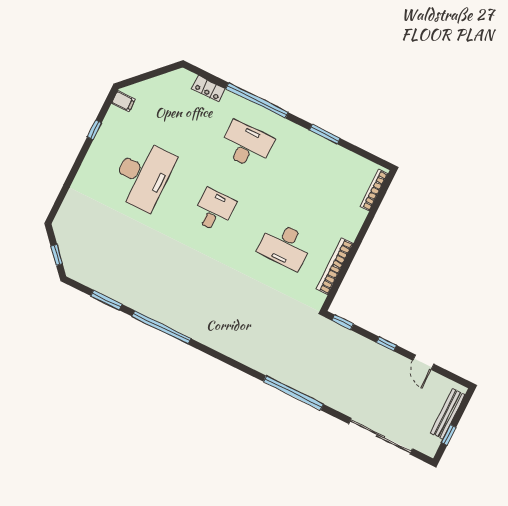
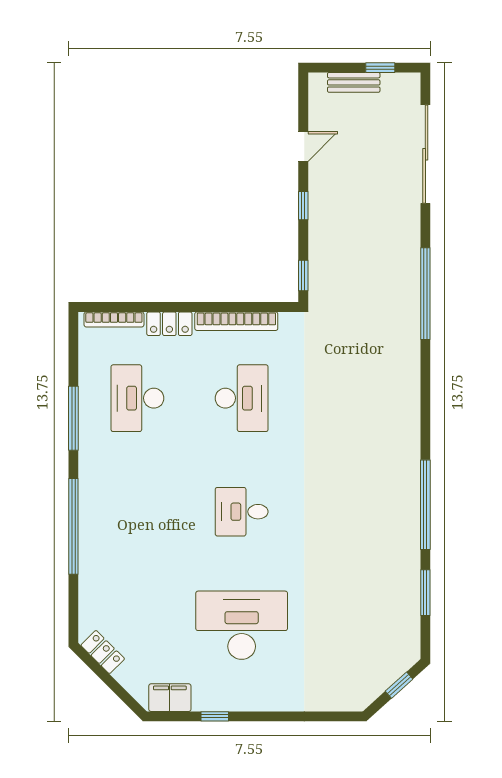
locker: (208, 89) -> (103, 652), moved, turned -45
filing cabinet: (123, 101) -> (170, 698), width x2.00
window: (325, 134) -> (73, 418), width x1.44
desk: (246, 145) -> (137, 398), moved
locker: (354, 223) -> (169, 324), added
bench: (448, 414) -> (354, 82), width x0.73

